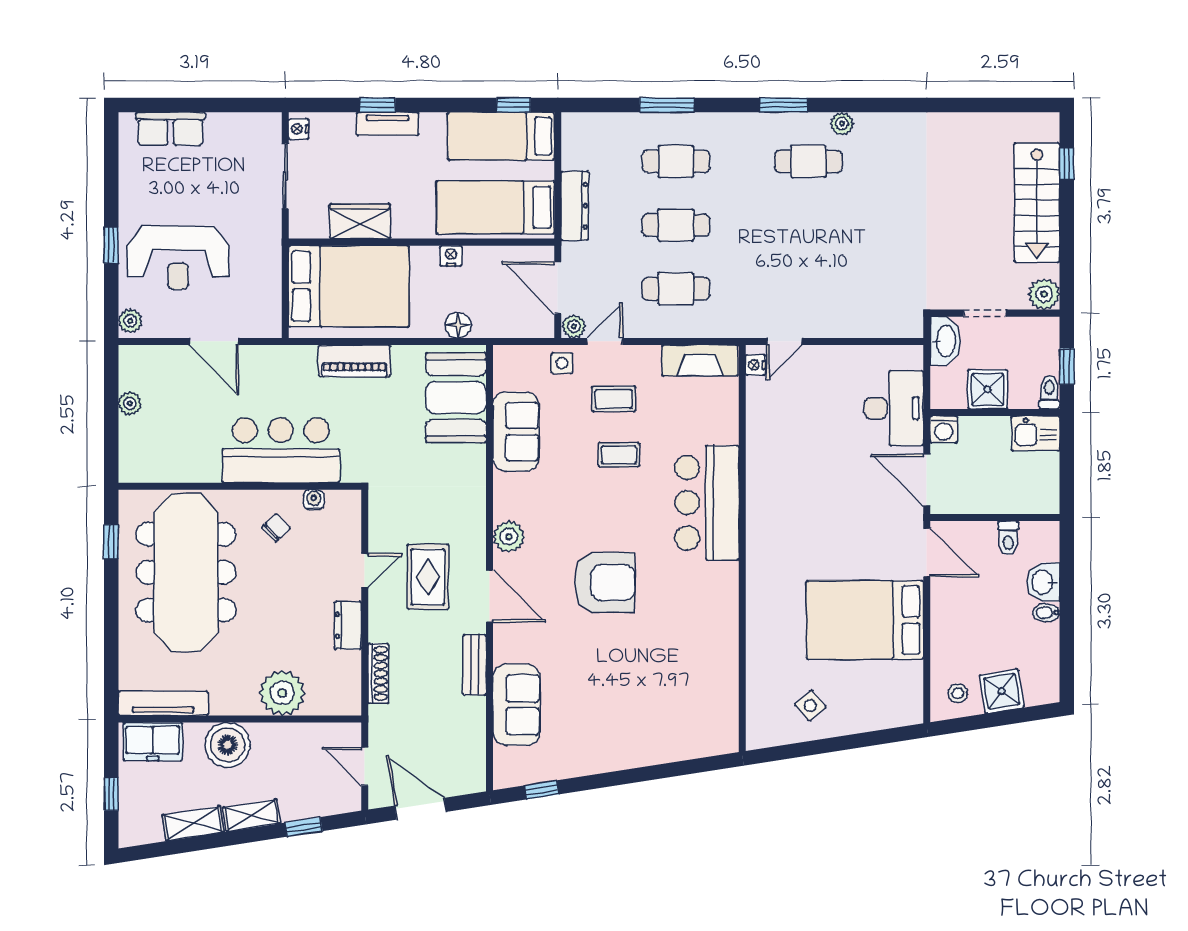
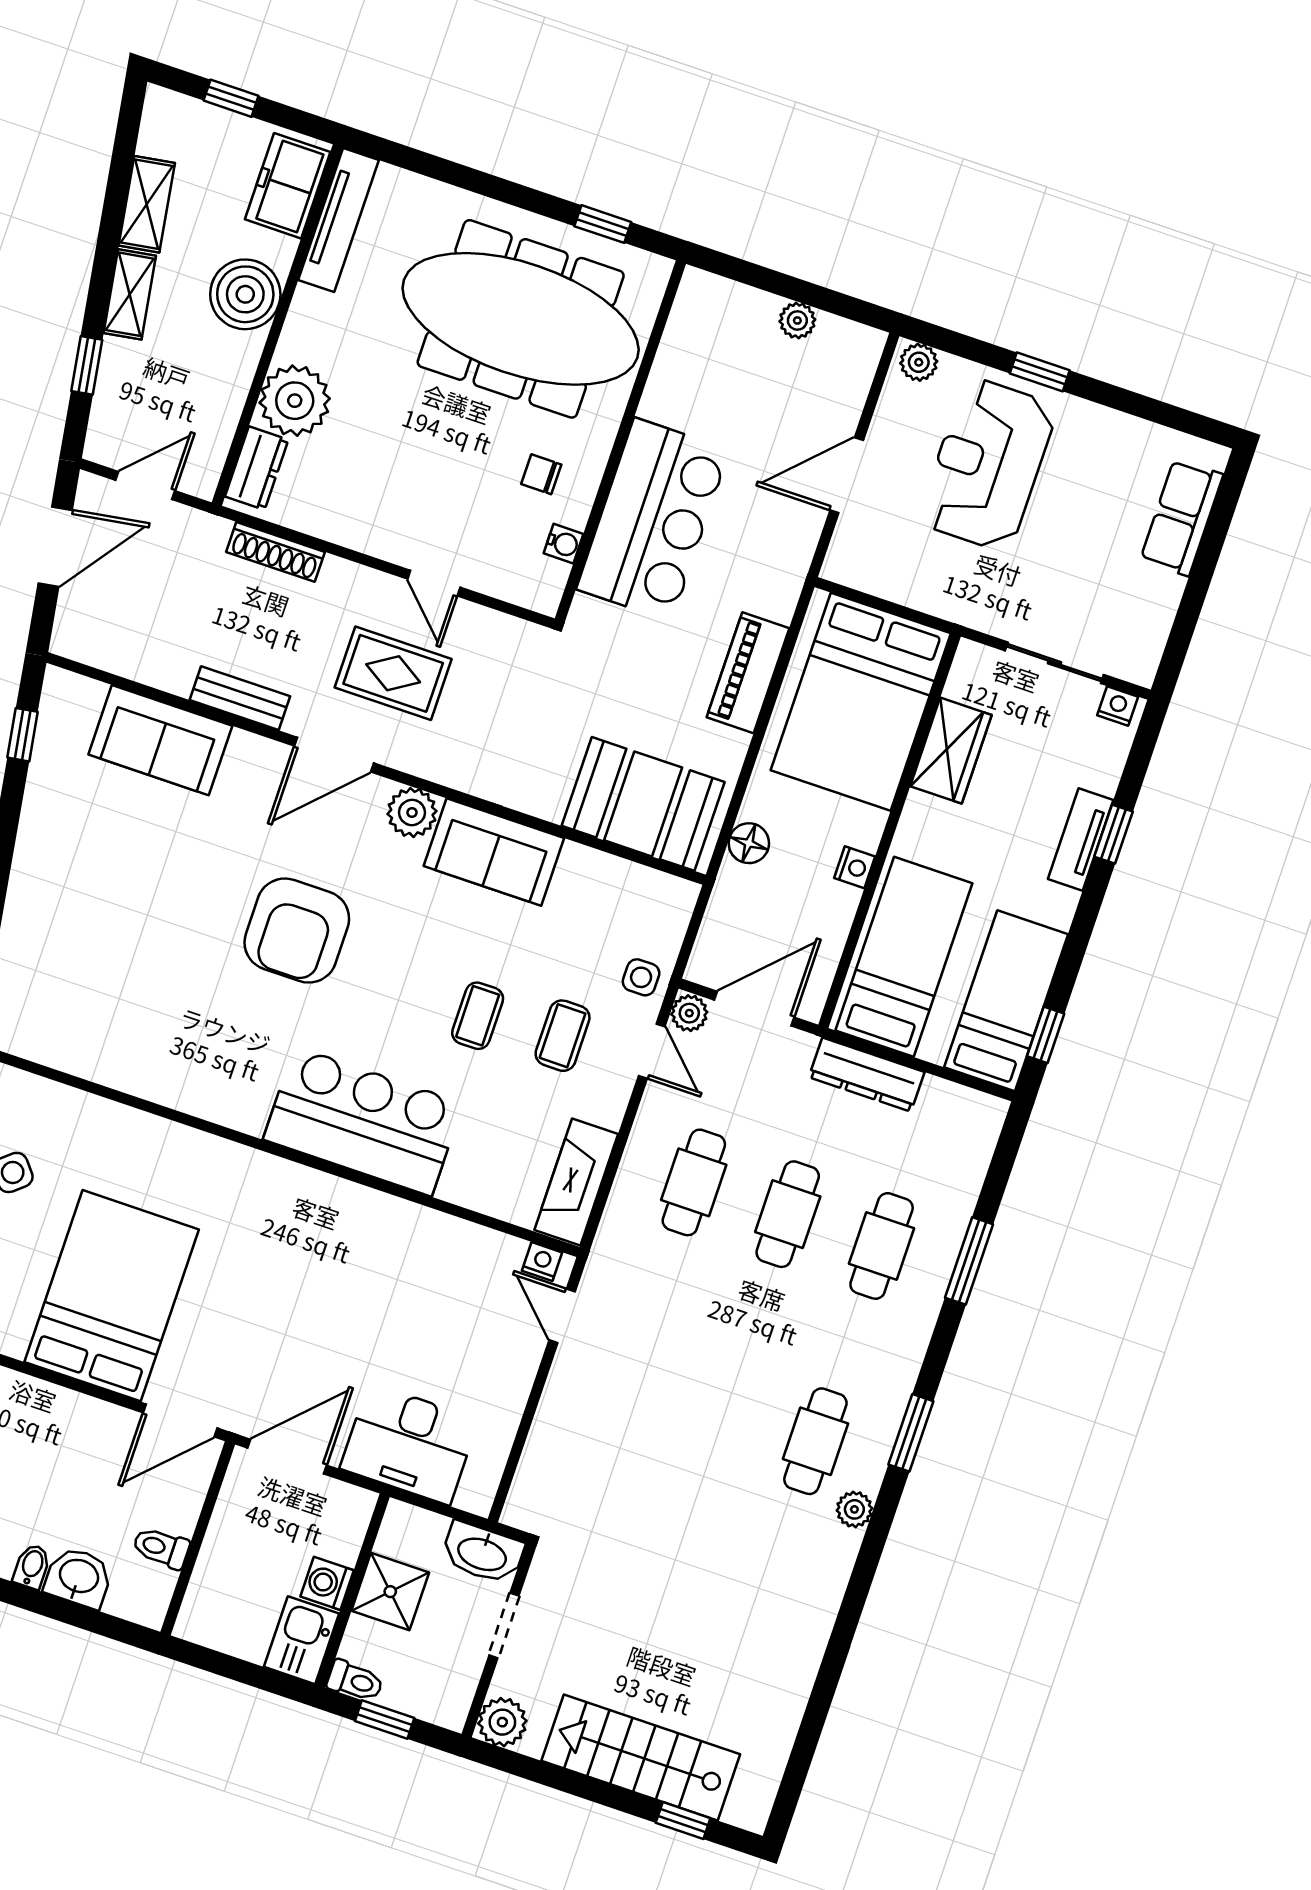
washing machine: (944, 429) -> (327, 1583), moved
sofa: (516, 432) -> (494, 852), moved
chair: (276, 528) -> (541, 474), turned 134
dresser: (348, 625) -> (257, 468), moved, turned 90

